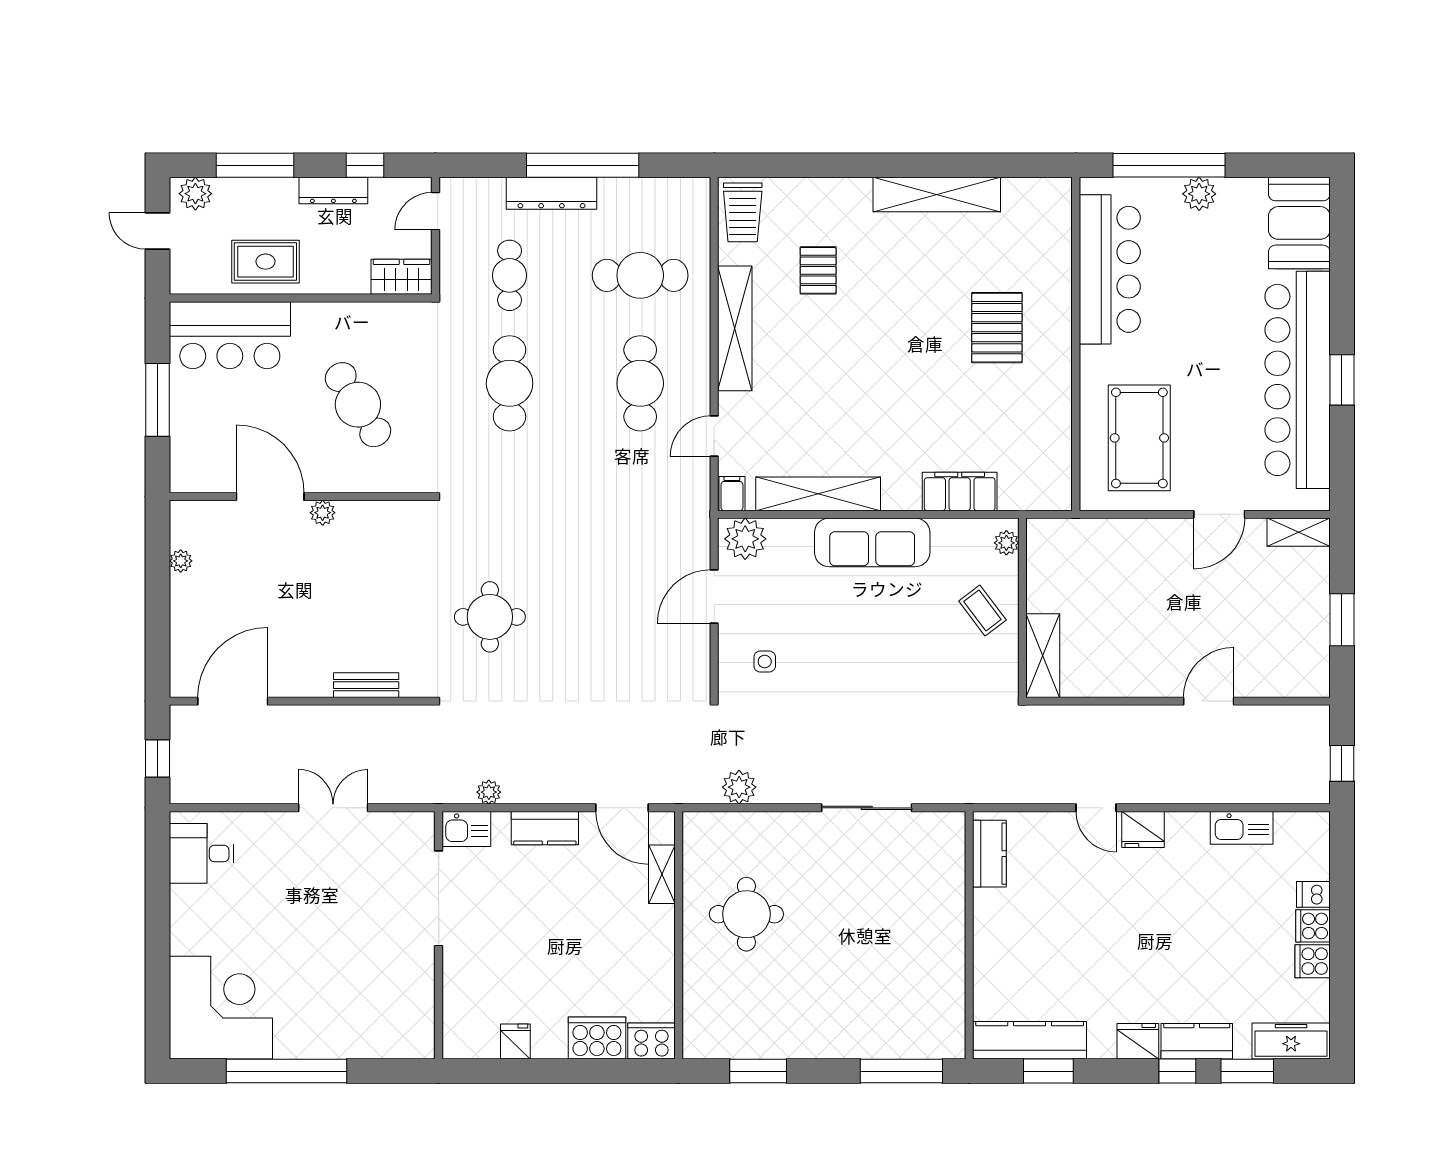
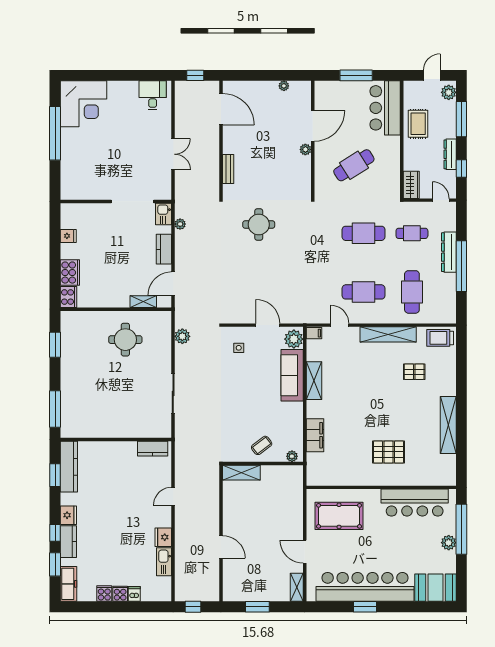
shelving: (818, 494) -> (314, 381), width x0.68
sofa: (872, 542) -> (292, 375), moved
fridge: (1143, 830) -> (163, 537), moved

